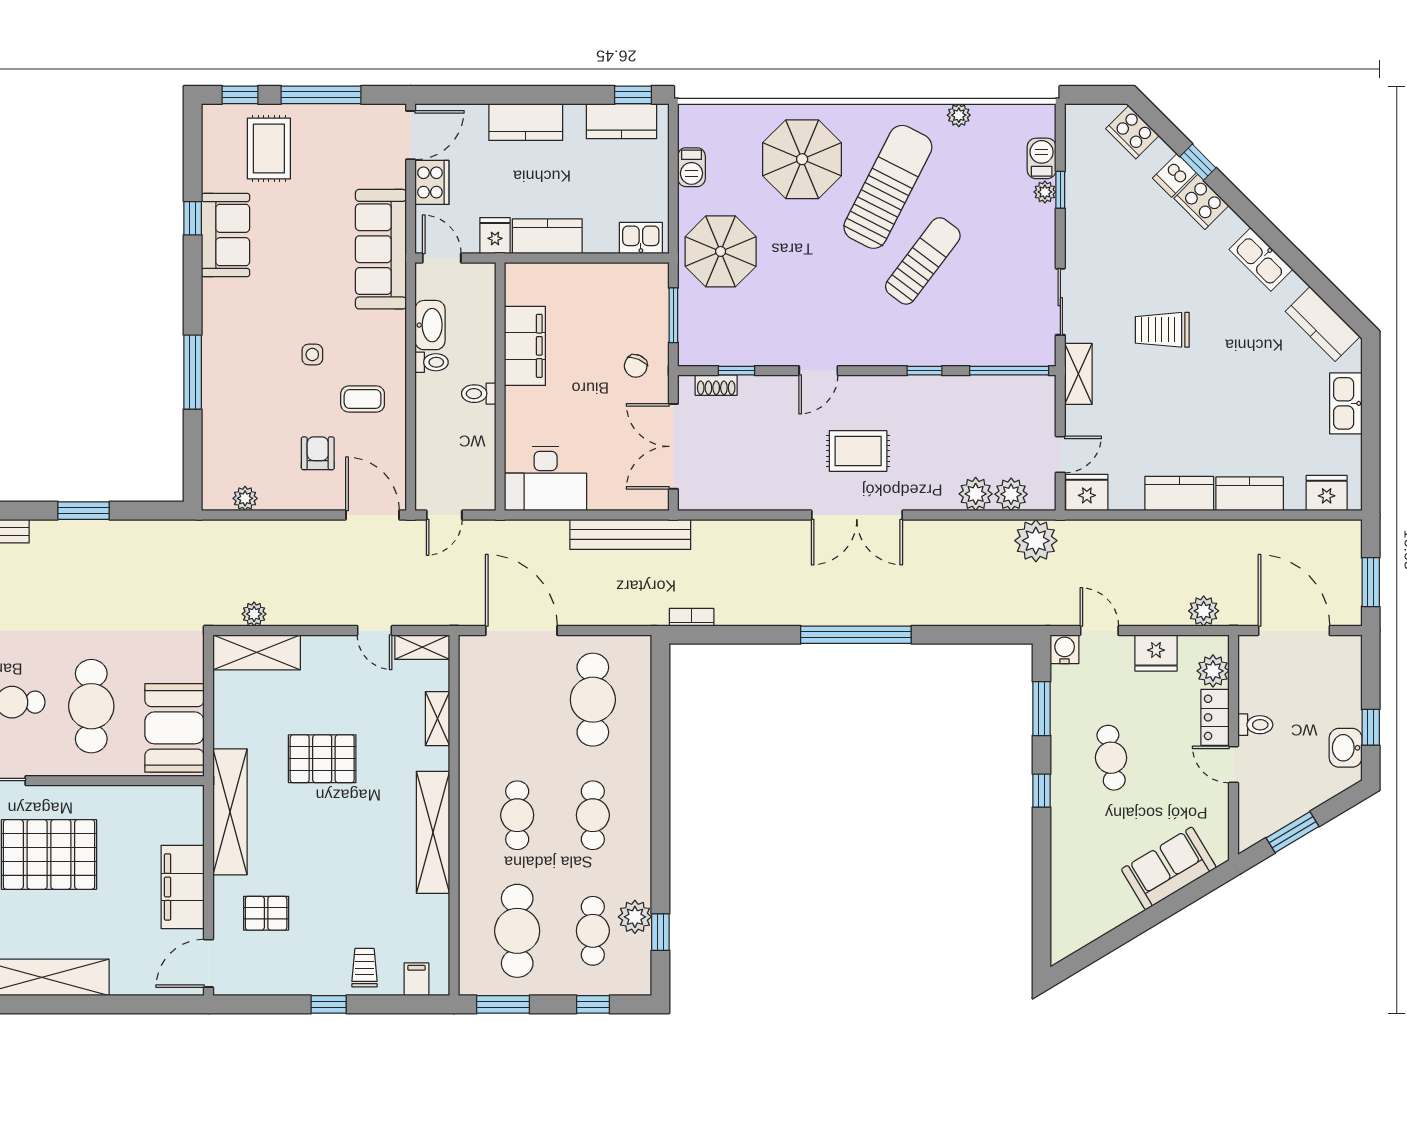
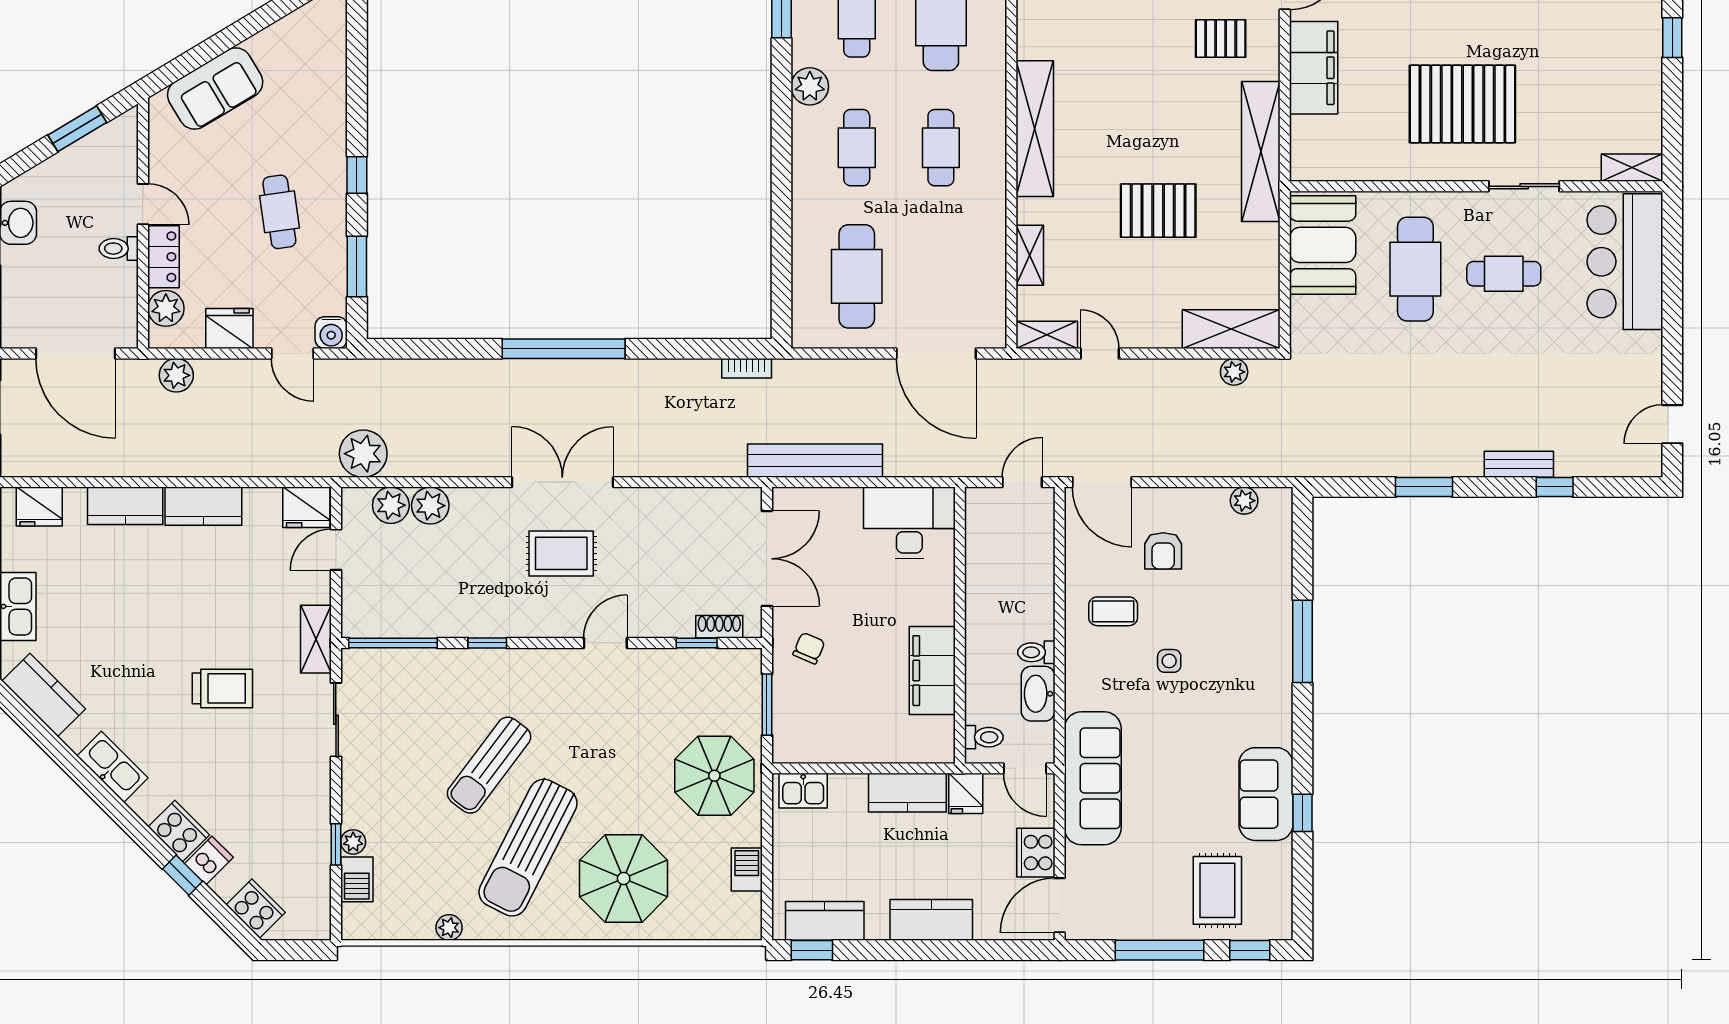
toilet: (479, 394) -> (984, 737), moved
plant: (635, 917) -> (810, 86), moved

